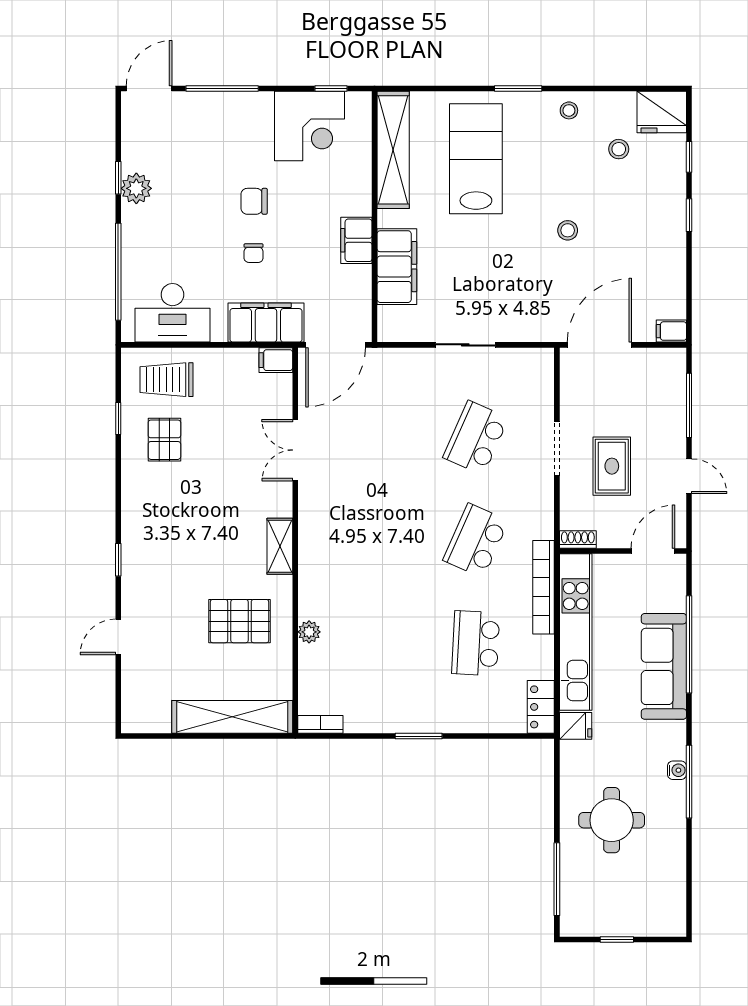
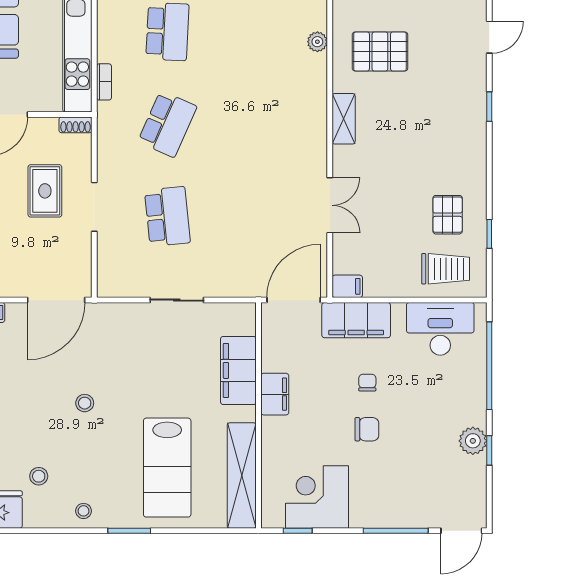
school desk: (476, 438) -> (167, 216), turned -30
bookcase: (544, 587) -> (104, 82), width x0.43, depth x0.76

